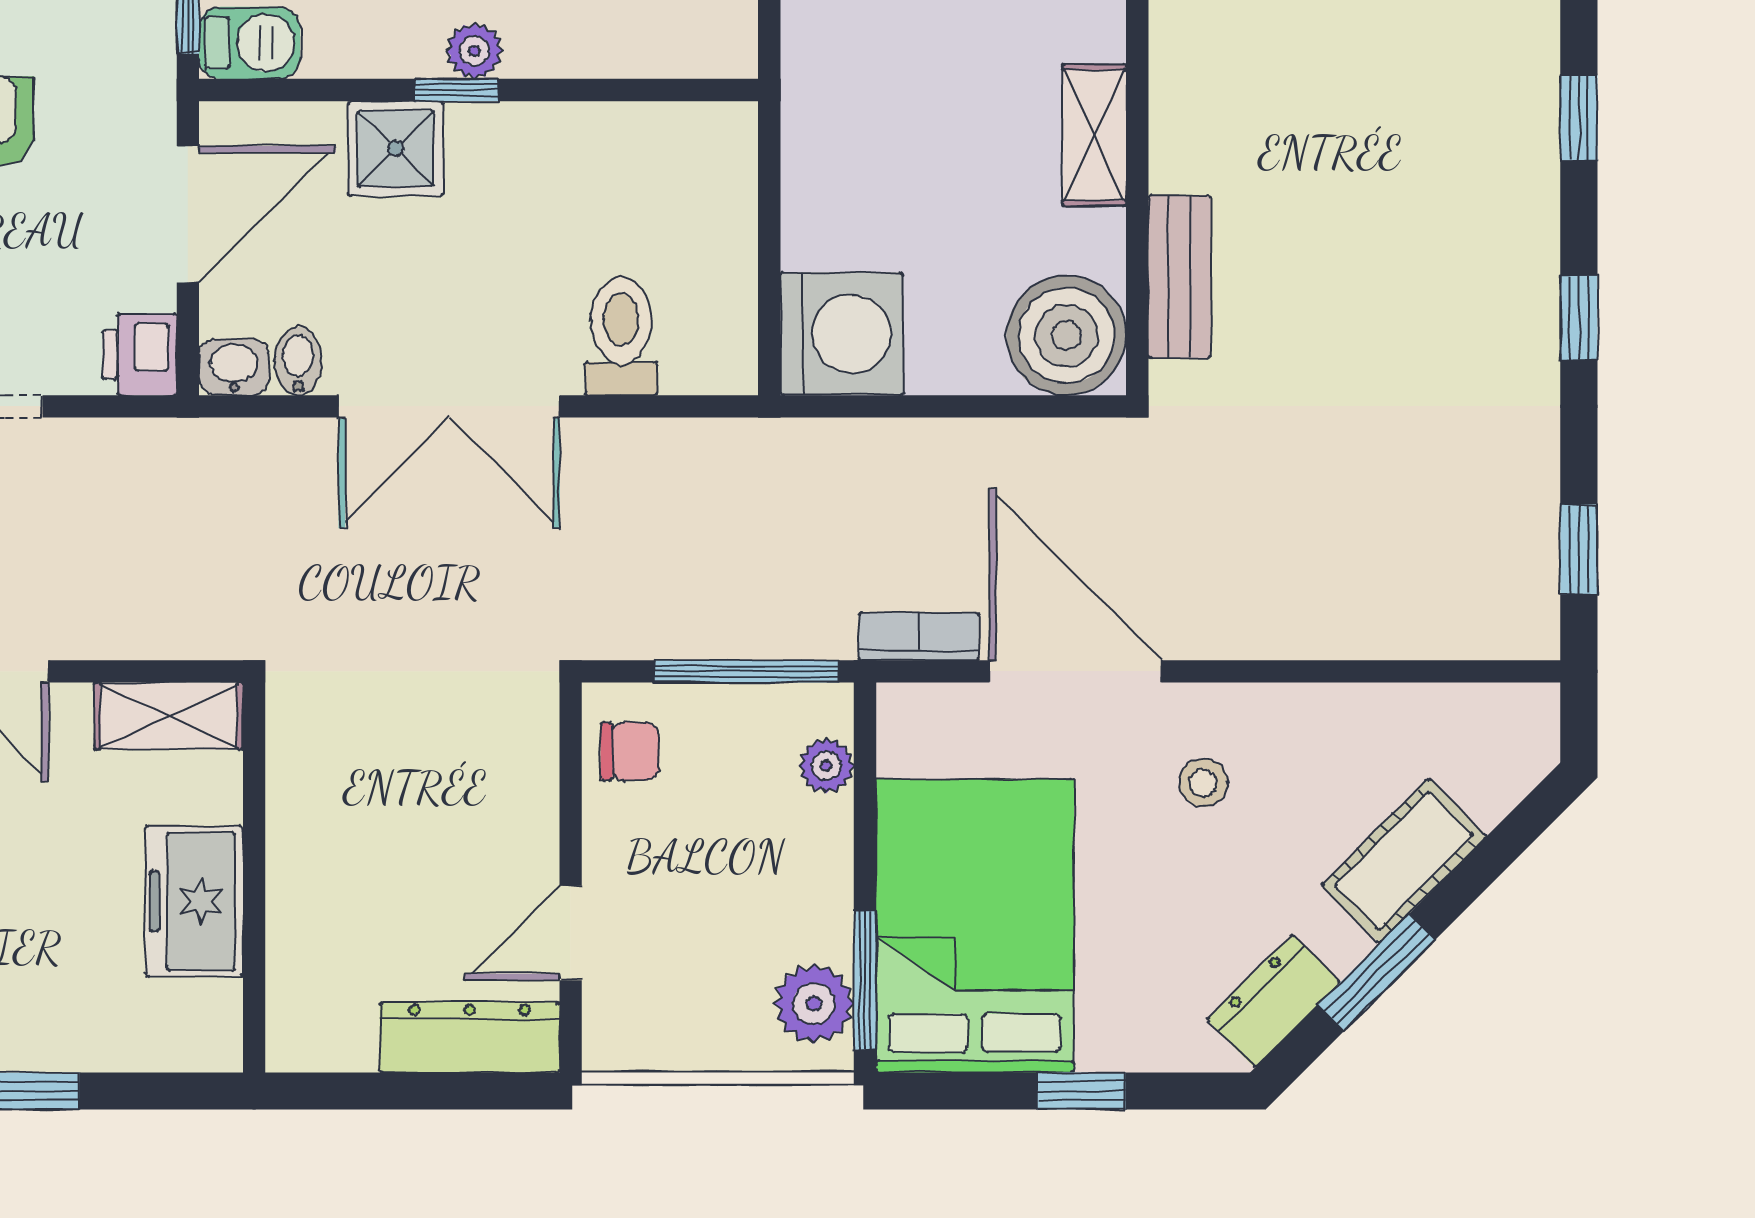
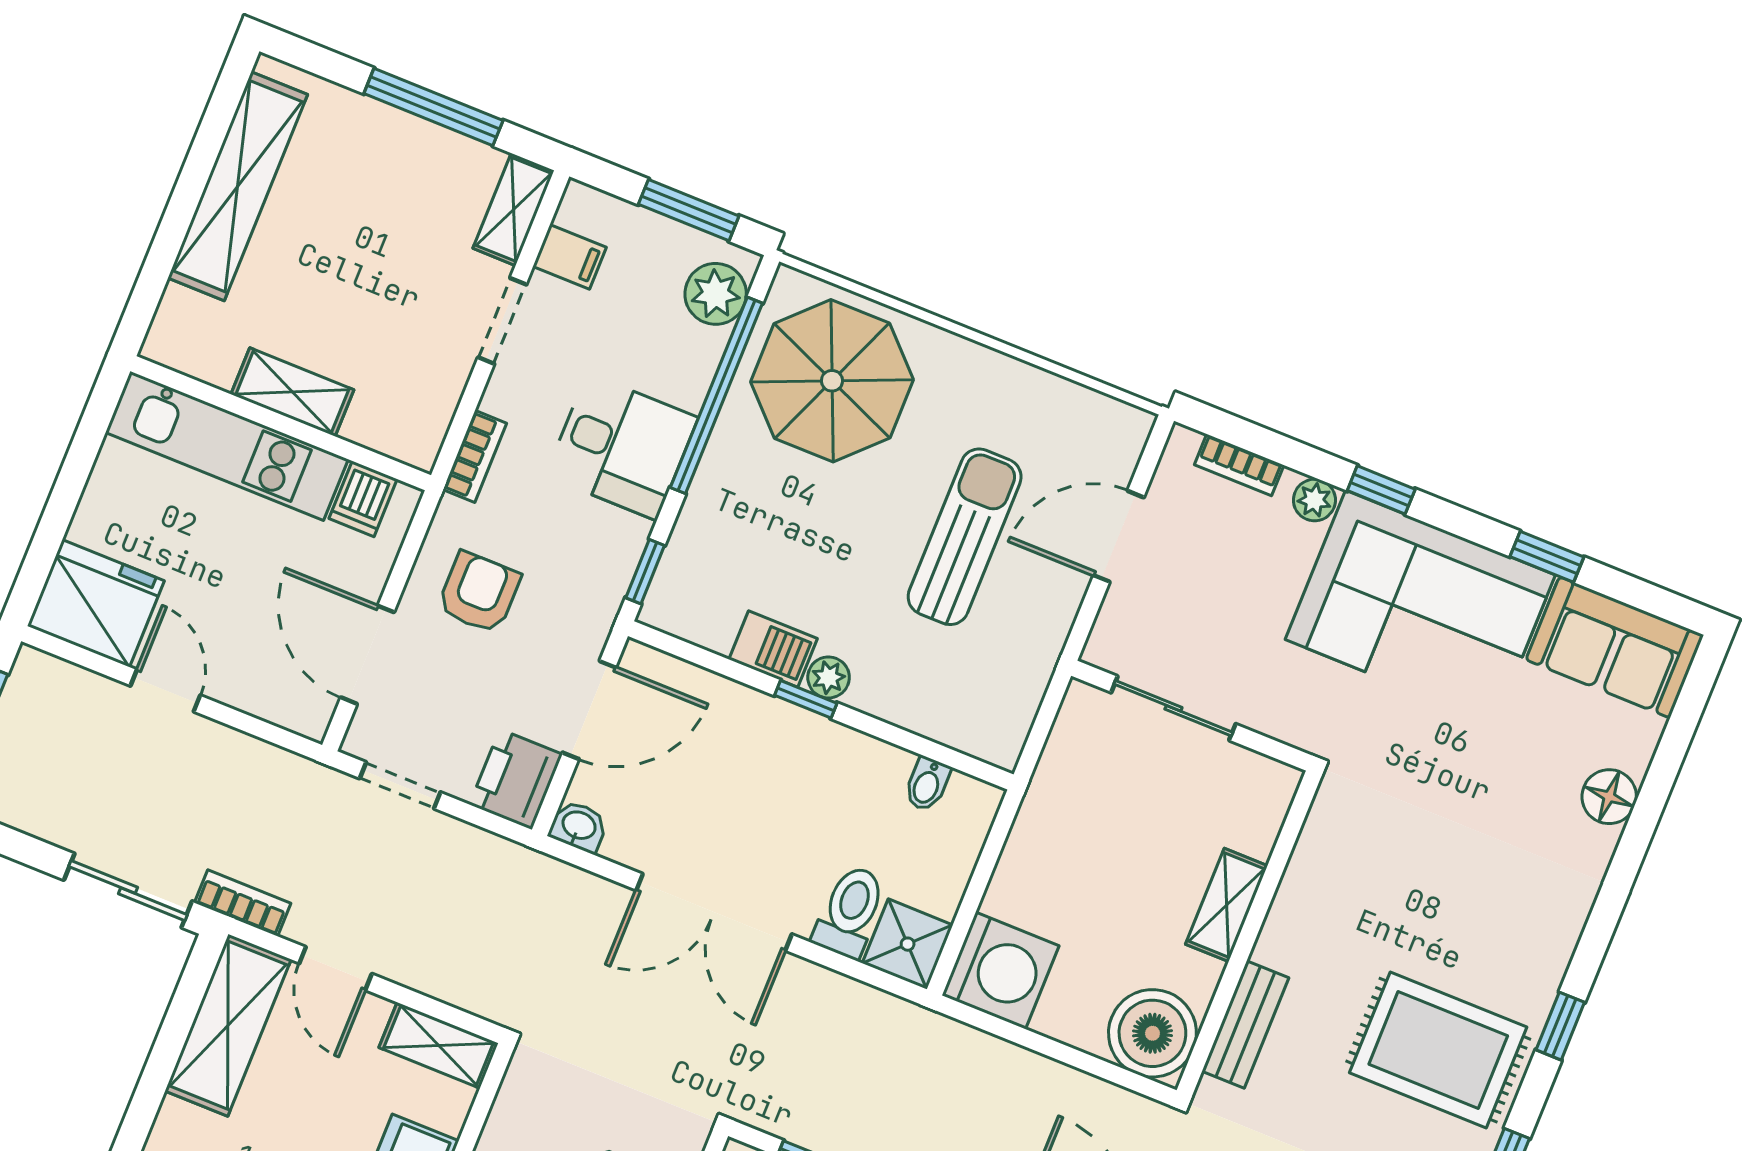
barbecue: (250, 43) -> (773, 649), moved
shower: (396, 149) -> (908, 944), moved
rug: (1437, 211) -> (1438, 1050), added
printer: (140, 354) -> (516, 779), width x1.36, depth x1.24
bidet: (298, 361) -> (927, 784), moved, turned 180

